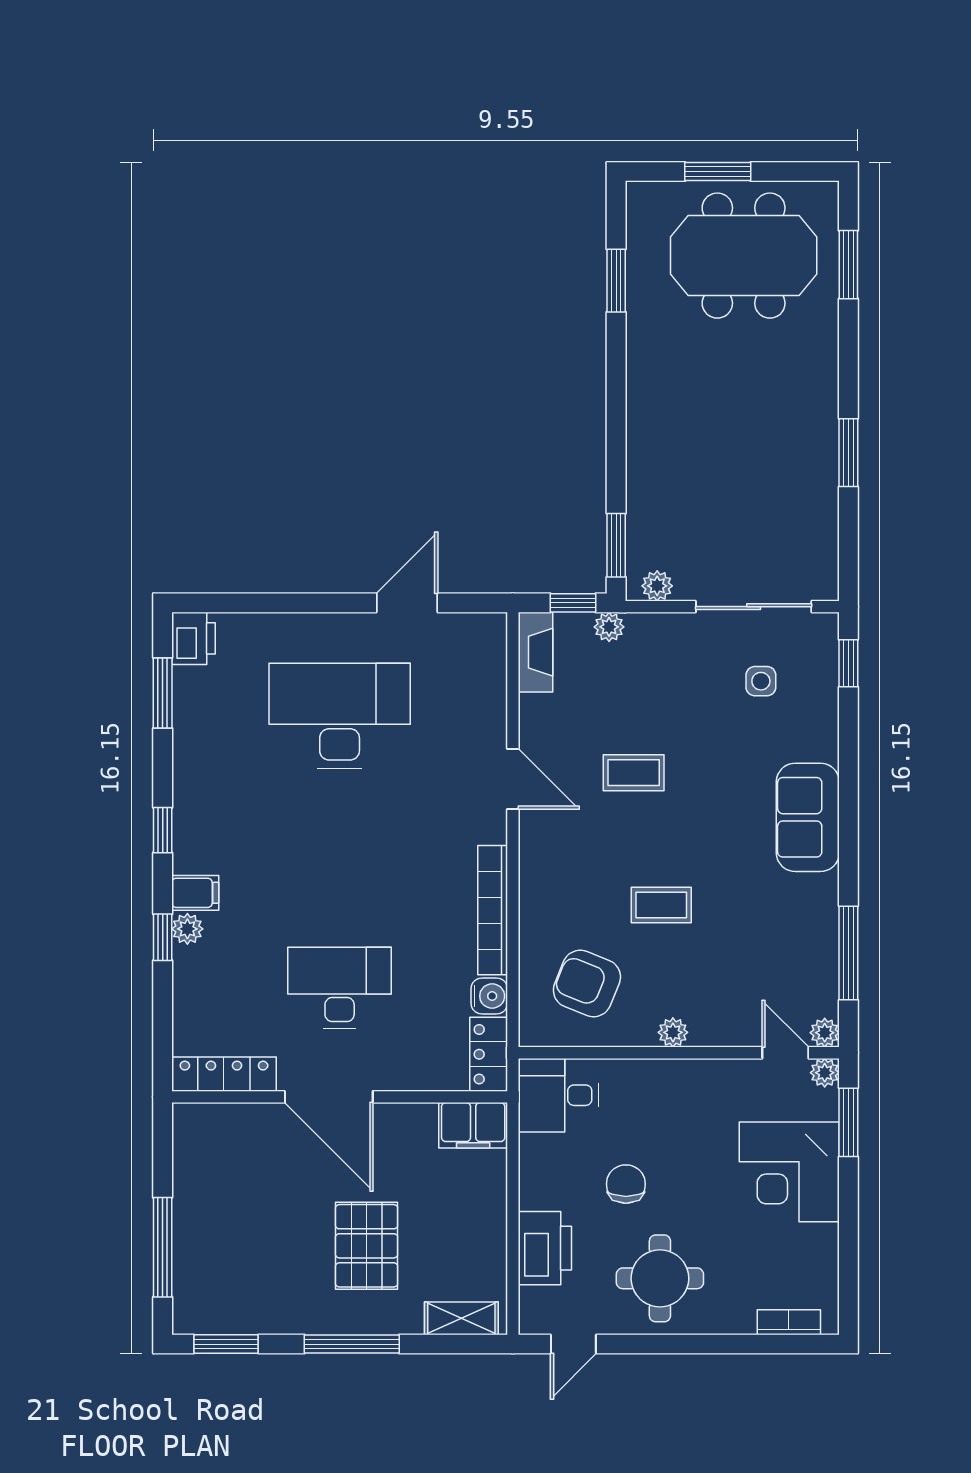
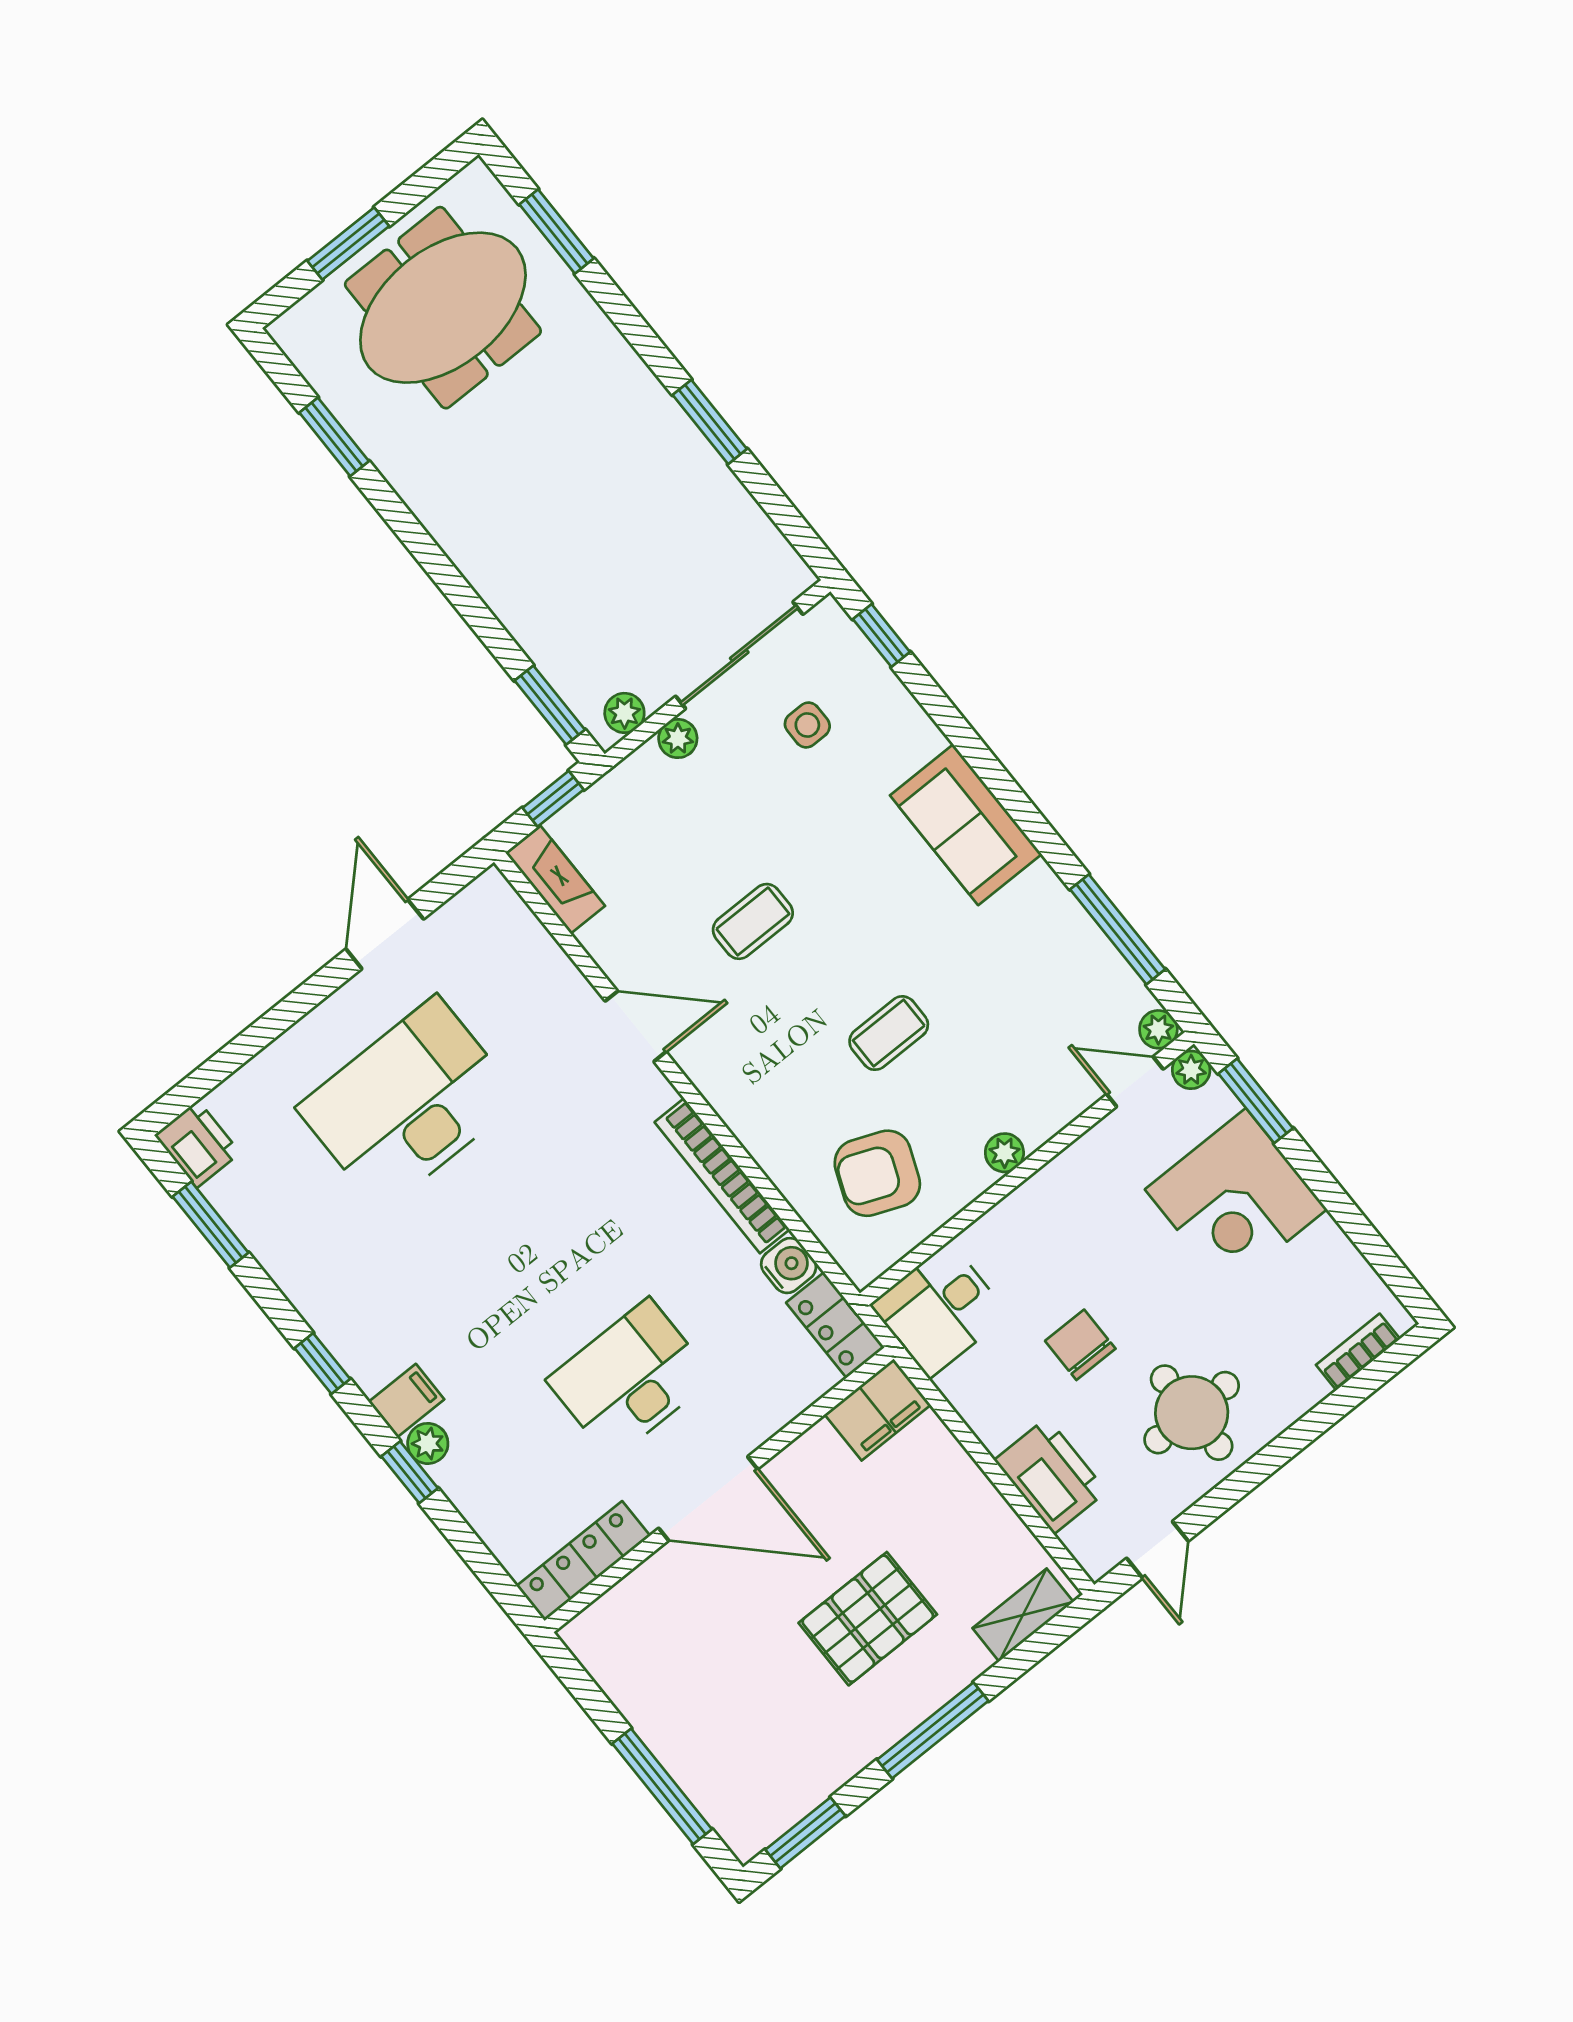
plant: (609, 627) -> (678, 739), moved
pallet: (367, 1246) -> (868, 1619), turned 90

